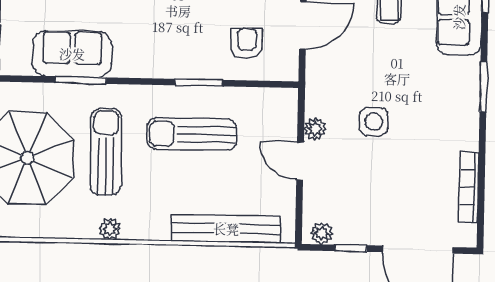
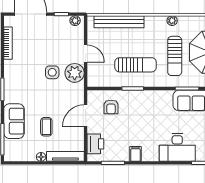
plant: (315, 129) -> (75, 73), width x1.87, depth x1.87

